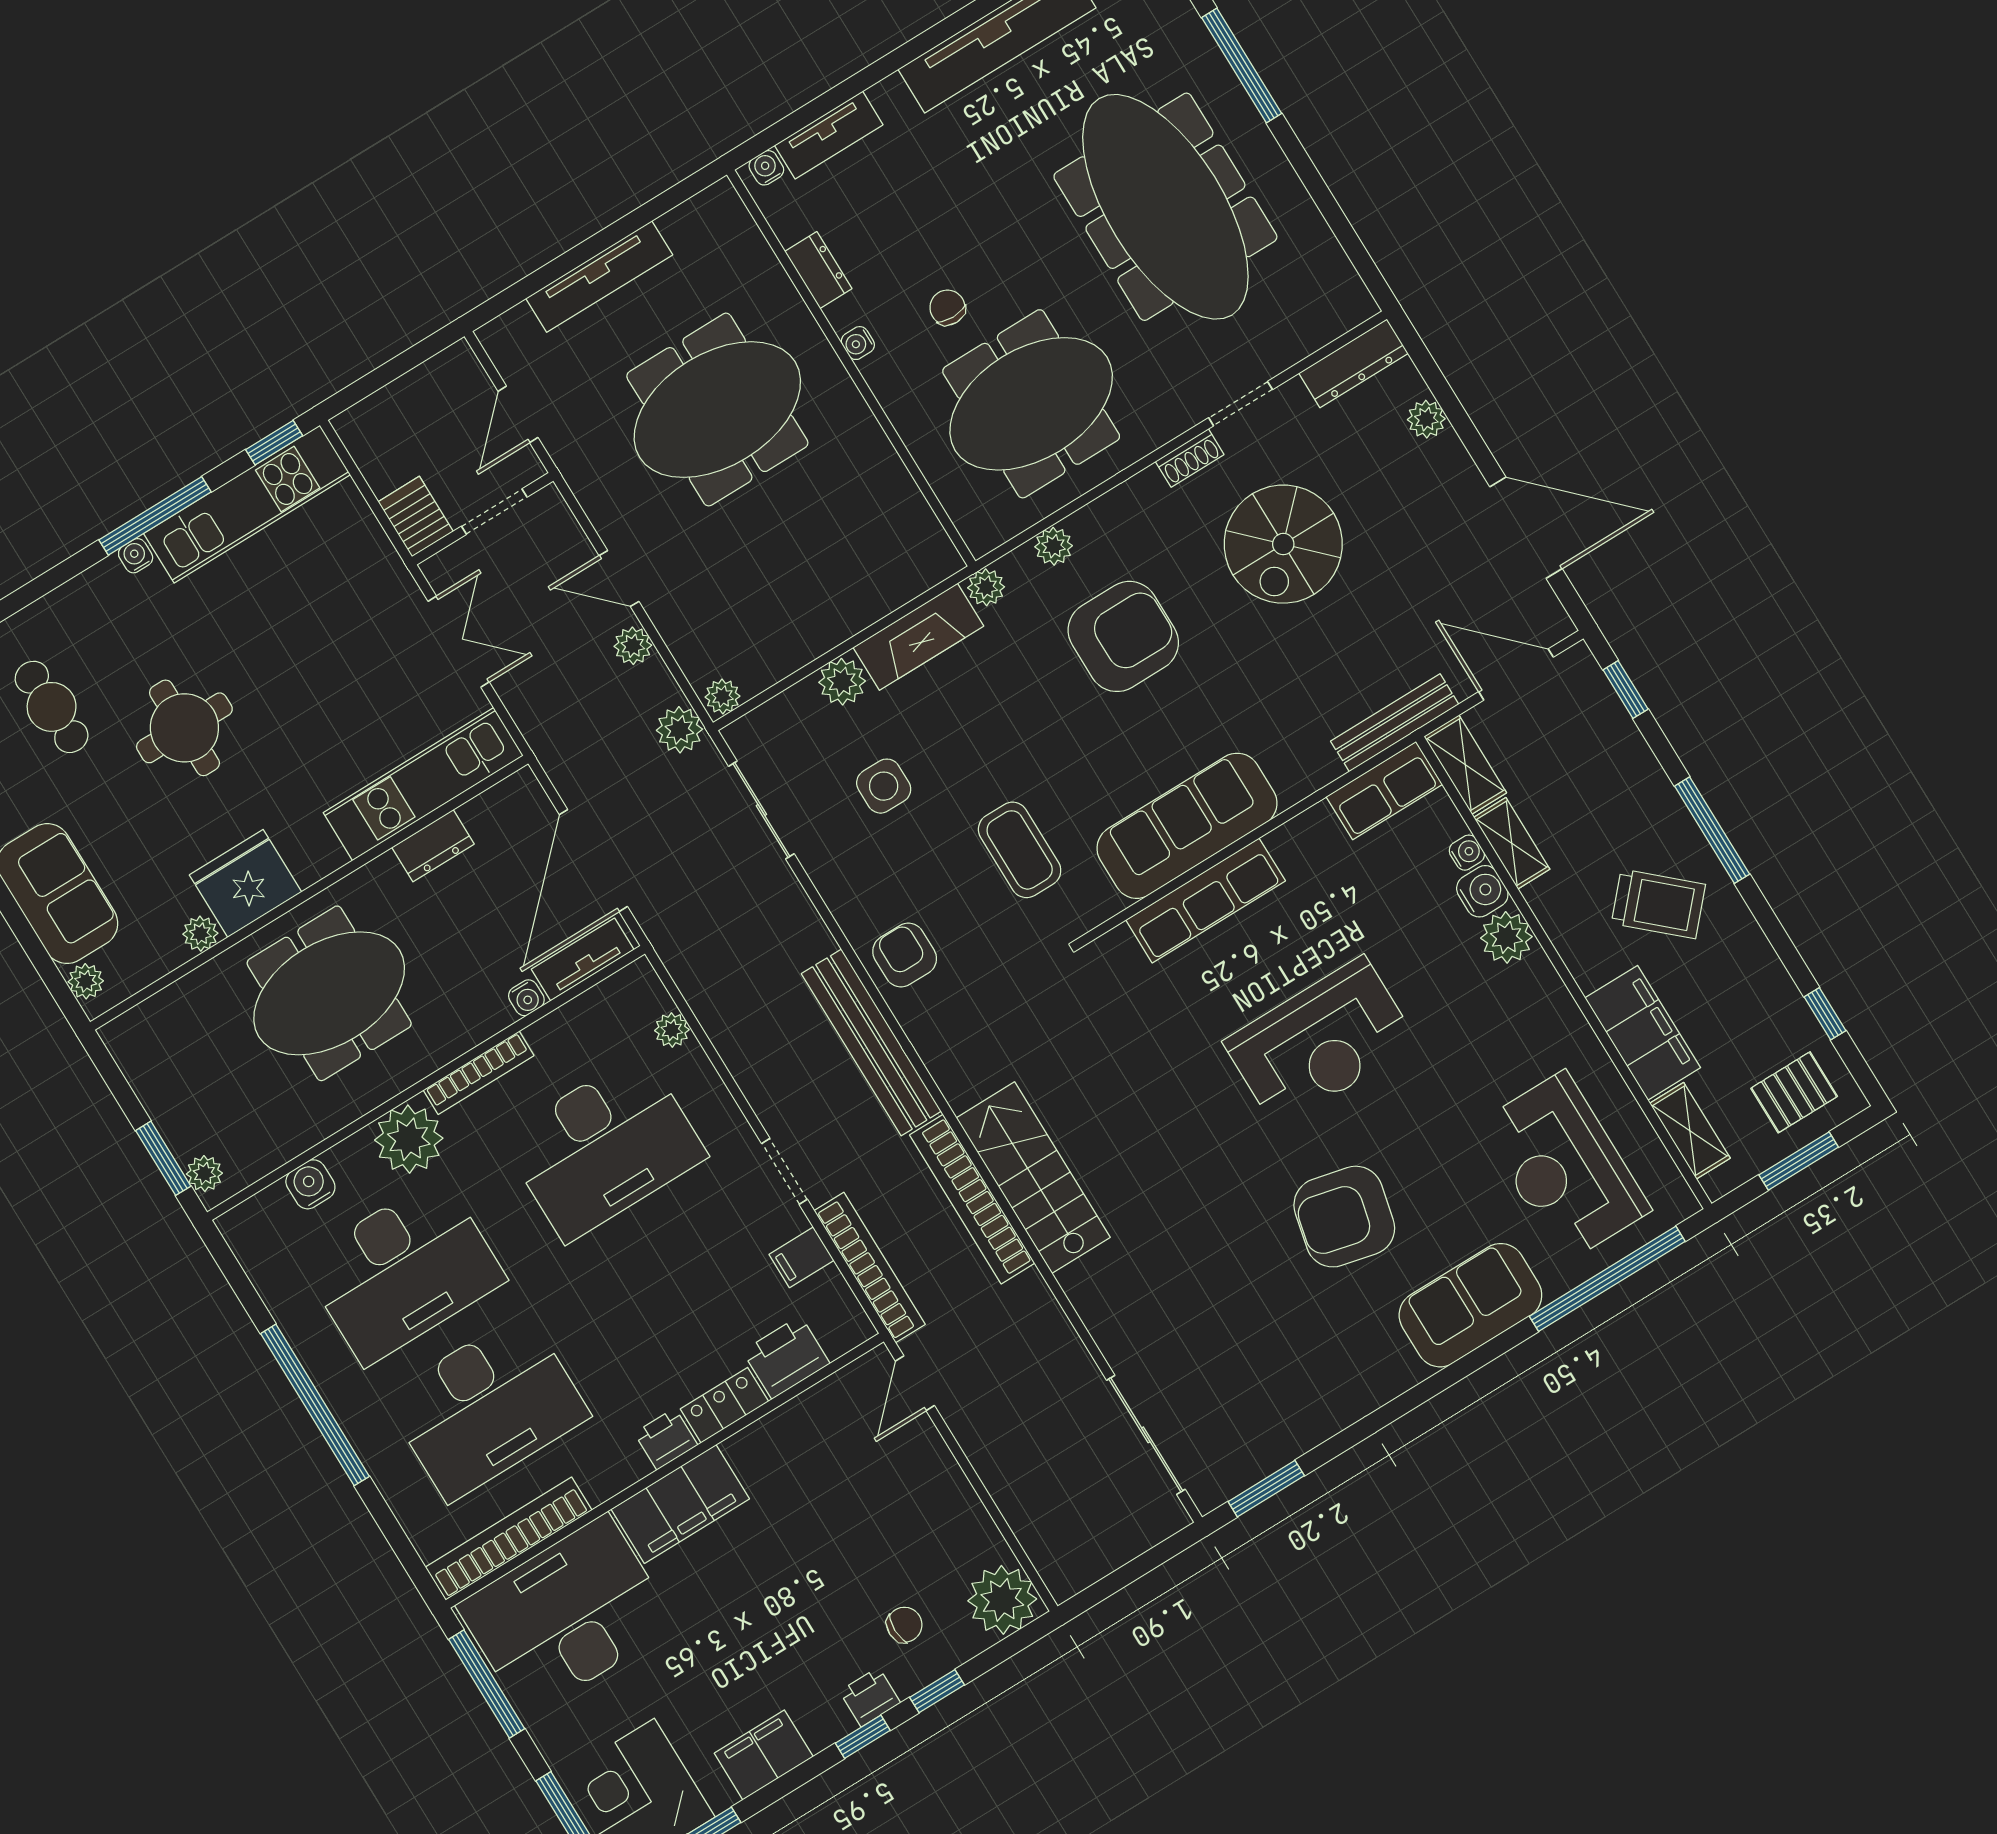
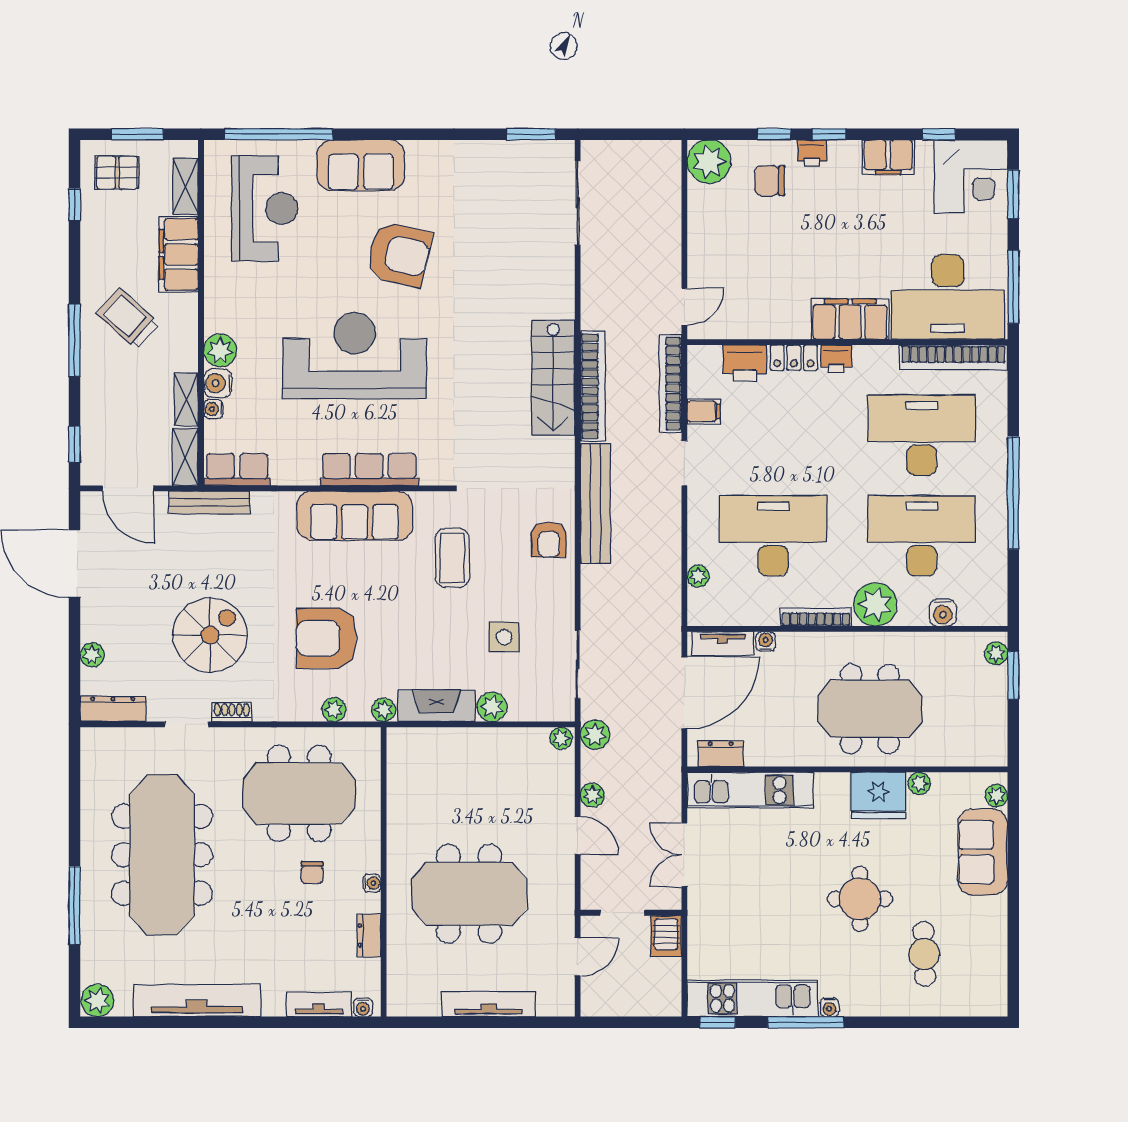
dresser: (433, 846) -> (721, 754), moved
reception desk: (1320, 1042) -> (355, 356), width x1.36, depth x1.30
chair: (904, 1625) -> (770, 181), width x1.37, depth x1.37

